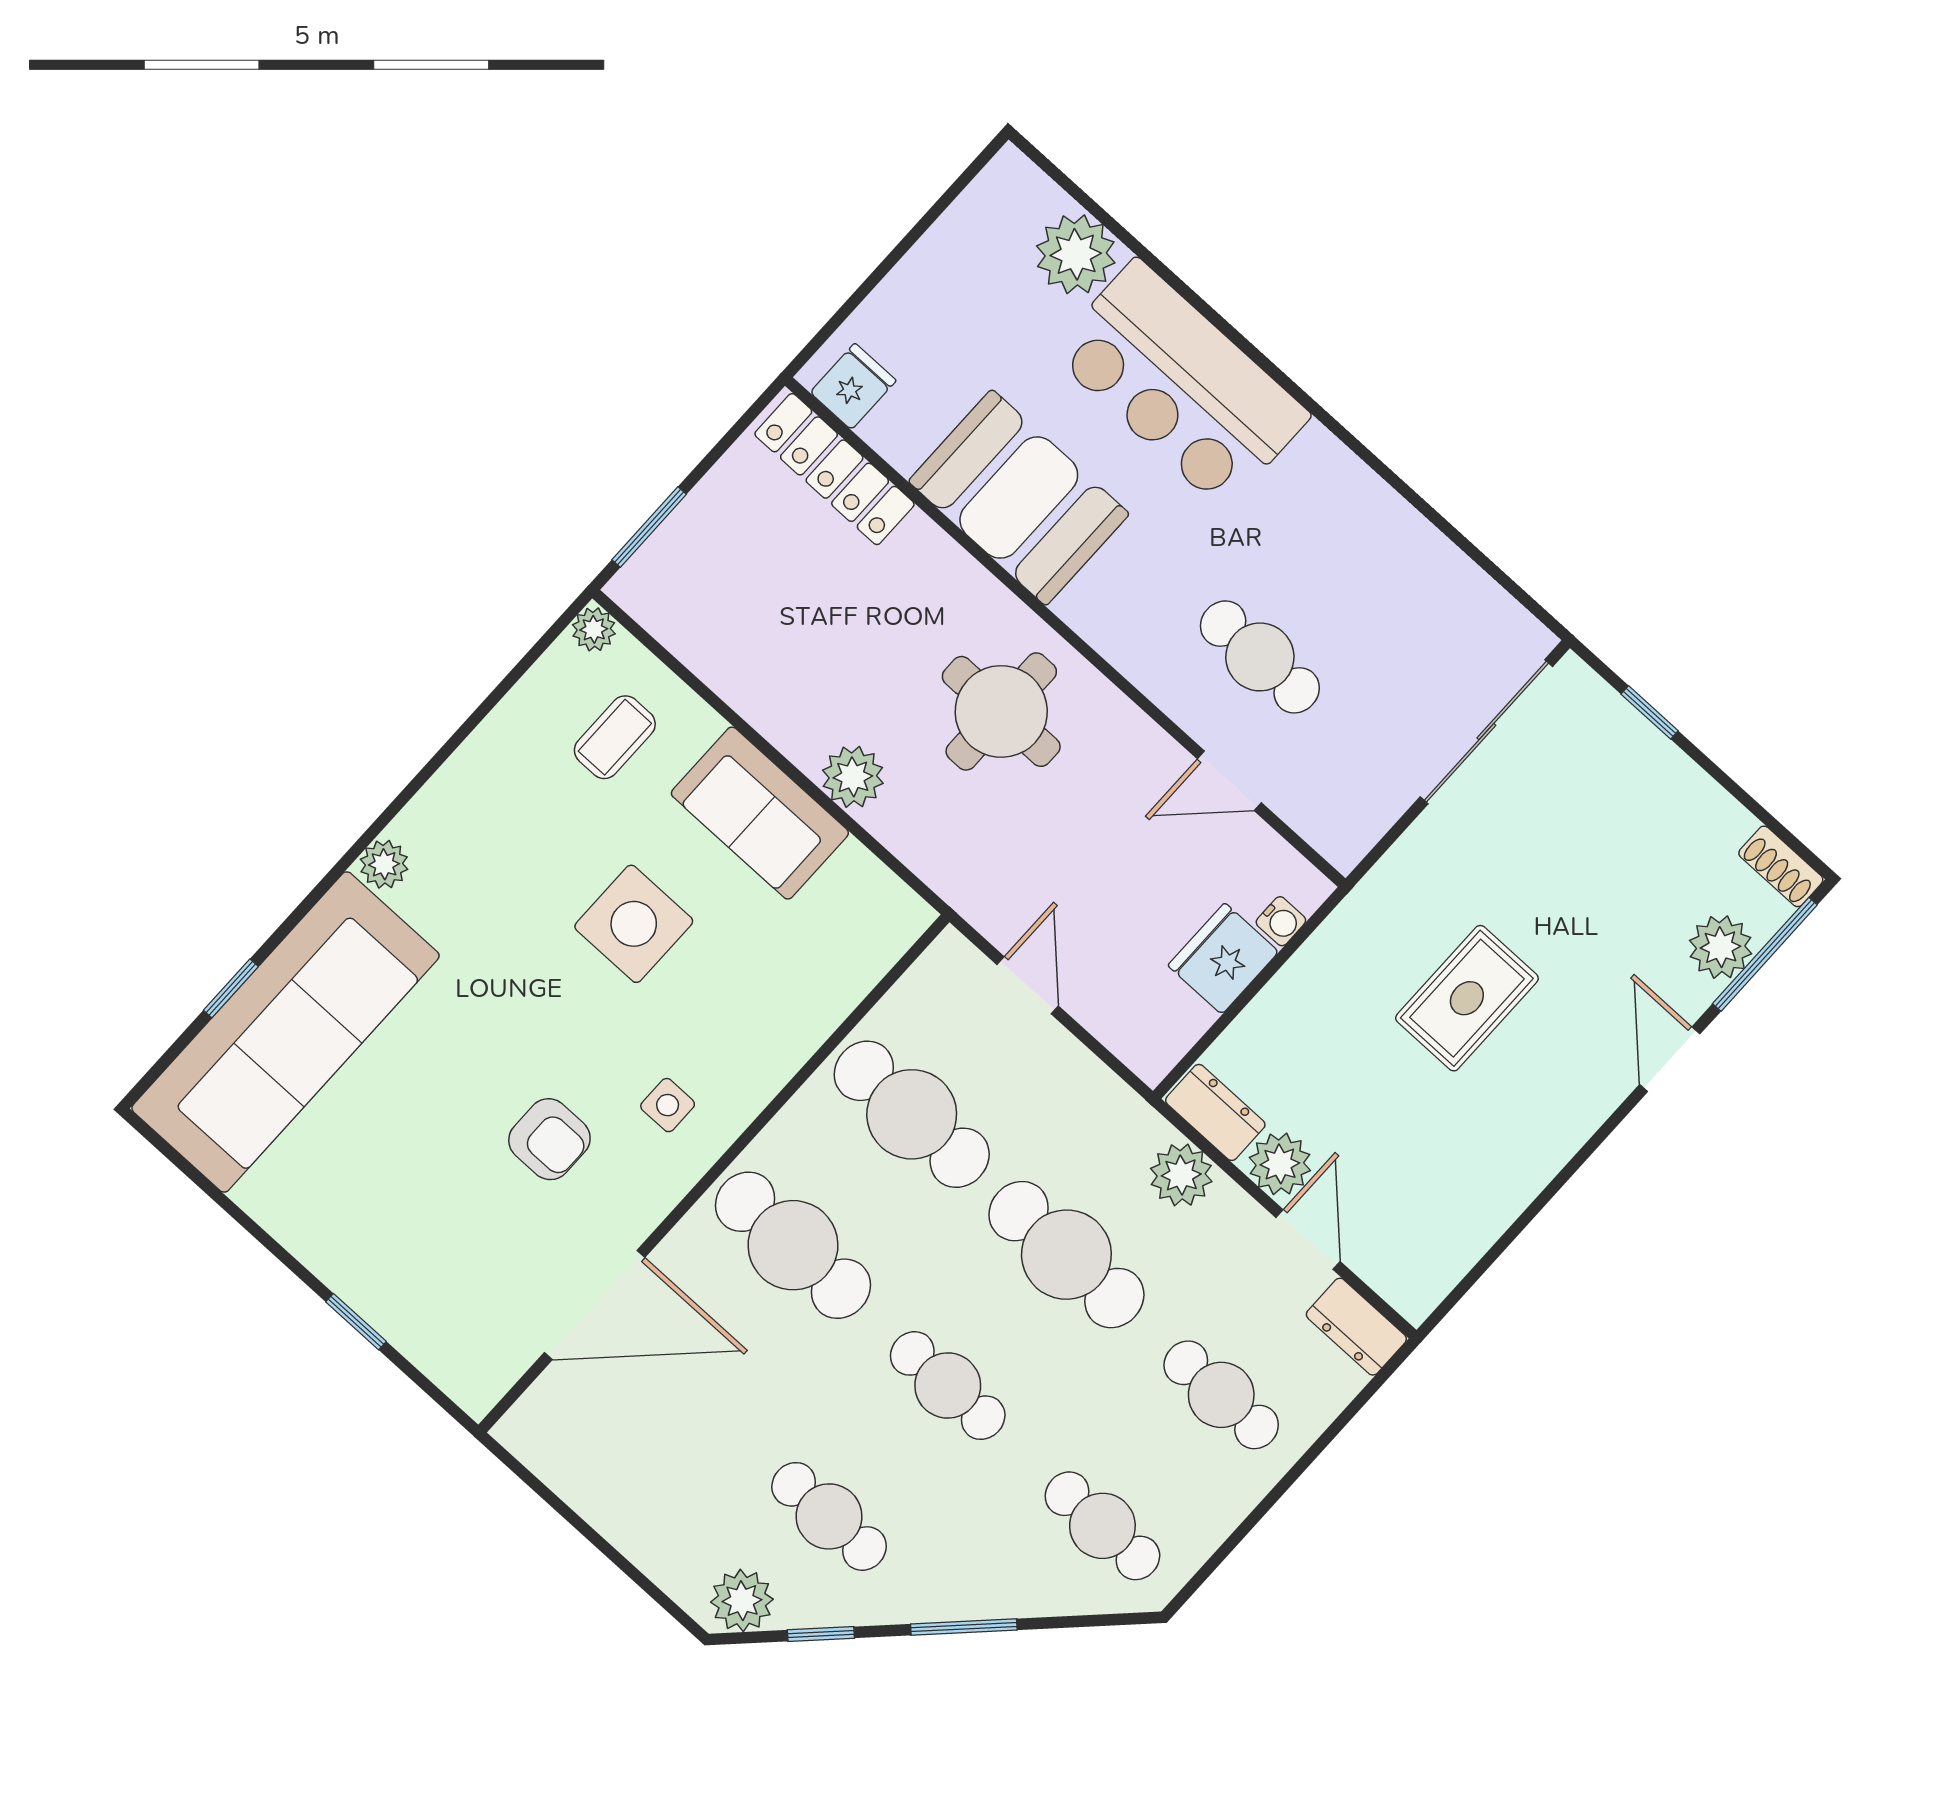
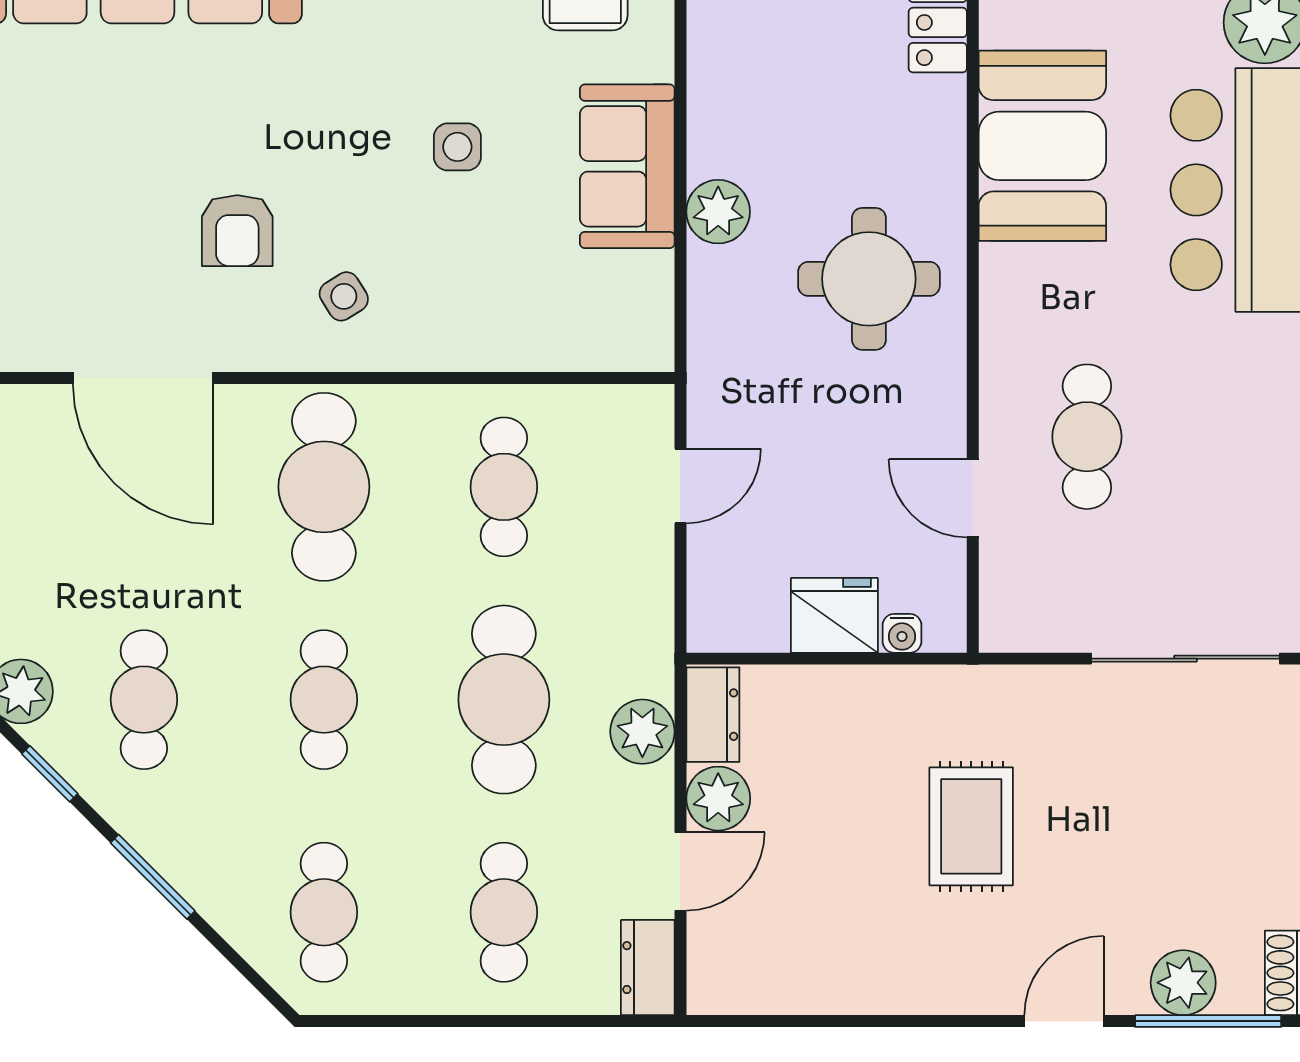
side table: (634, 924) -> (457, 147), width x0.54, depth x0.54
rug: (1467, 998) -> (971, 826), turned 90
side table: (668, 1105) -> (344, 296), turned -32
cafe table: (912, 1114) -> (504, 487), width x0.73, depth x0.74

